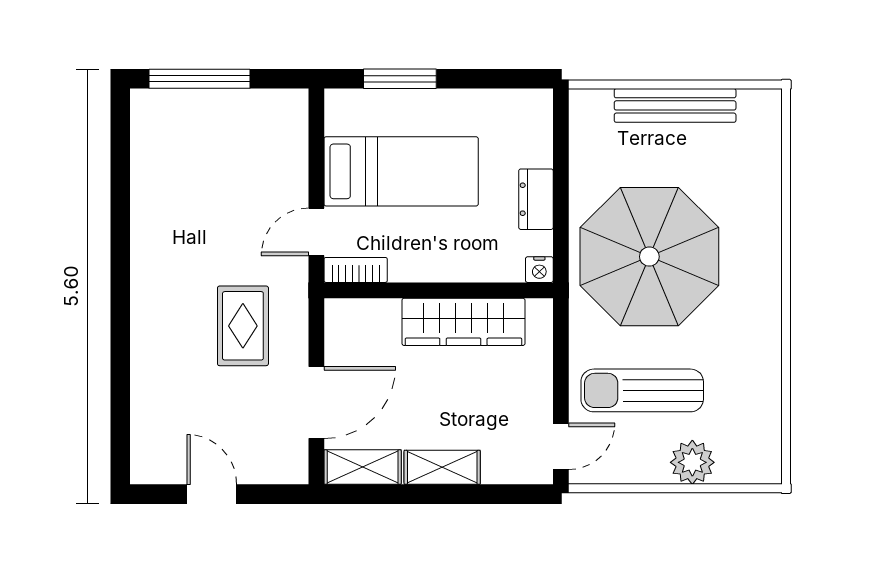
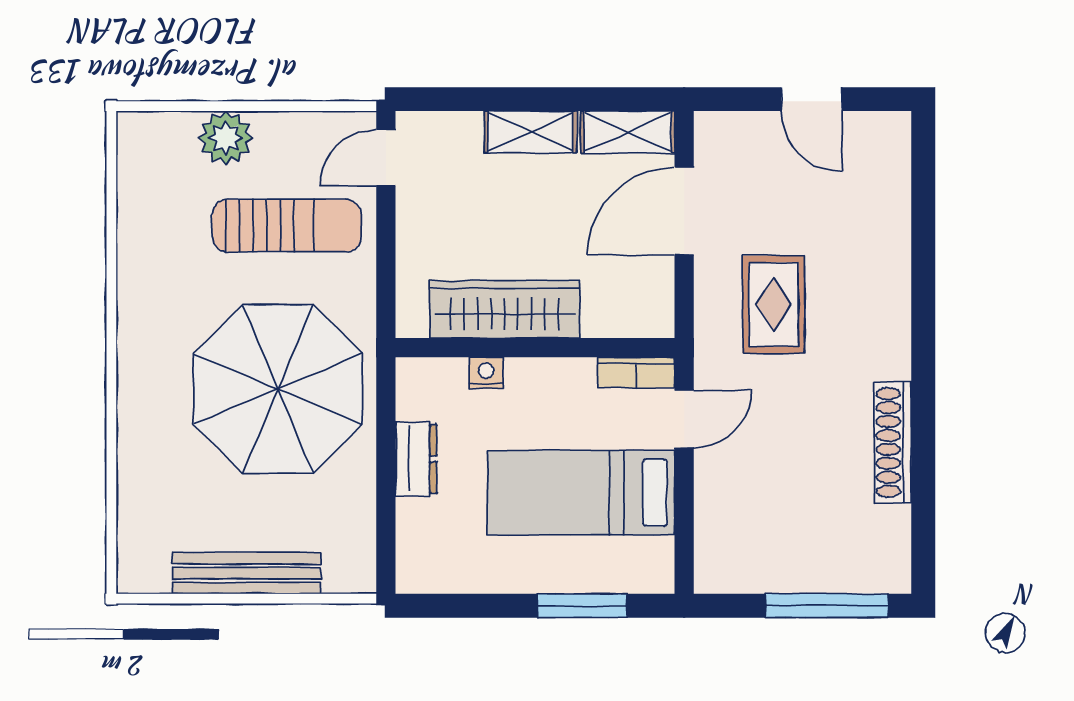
shoe rack: (145, 213) -> (893, 442), added
nightstand: (539, 270) -> (486, 373), moved

